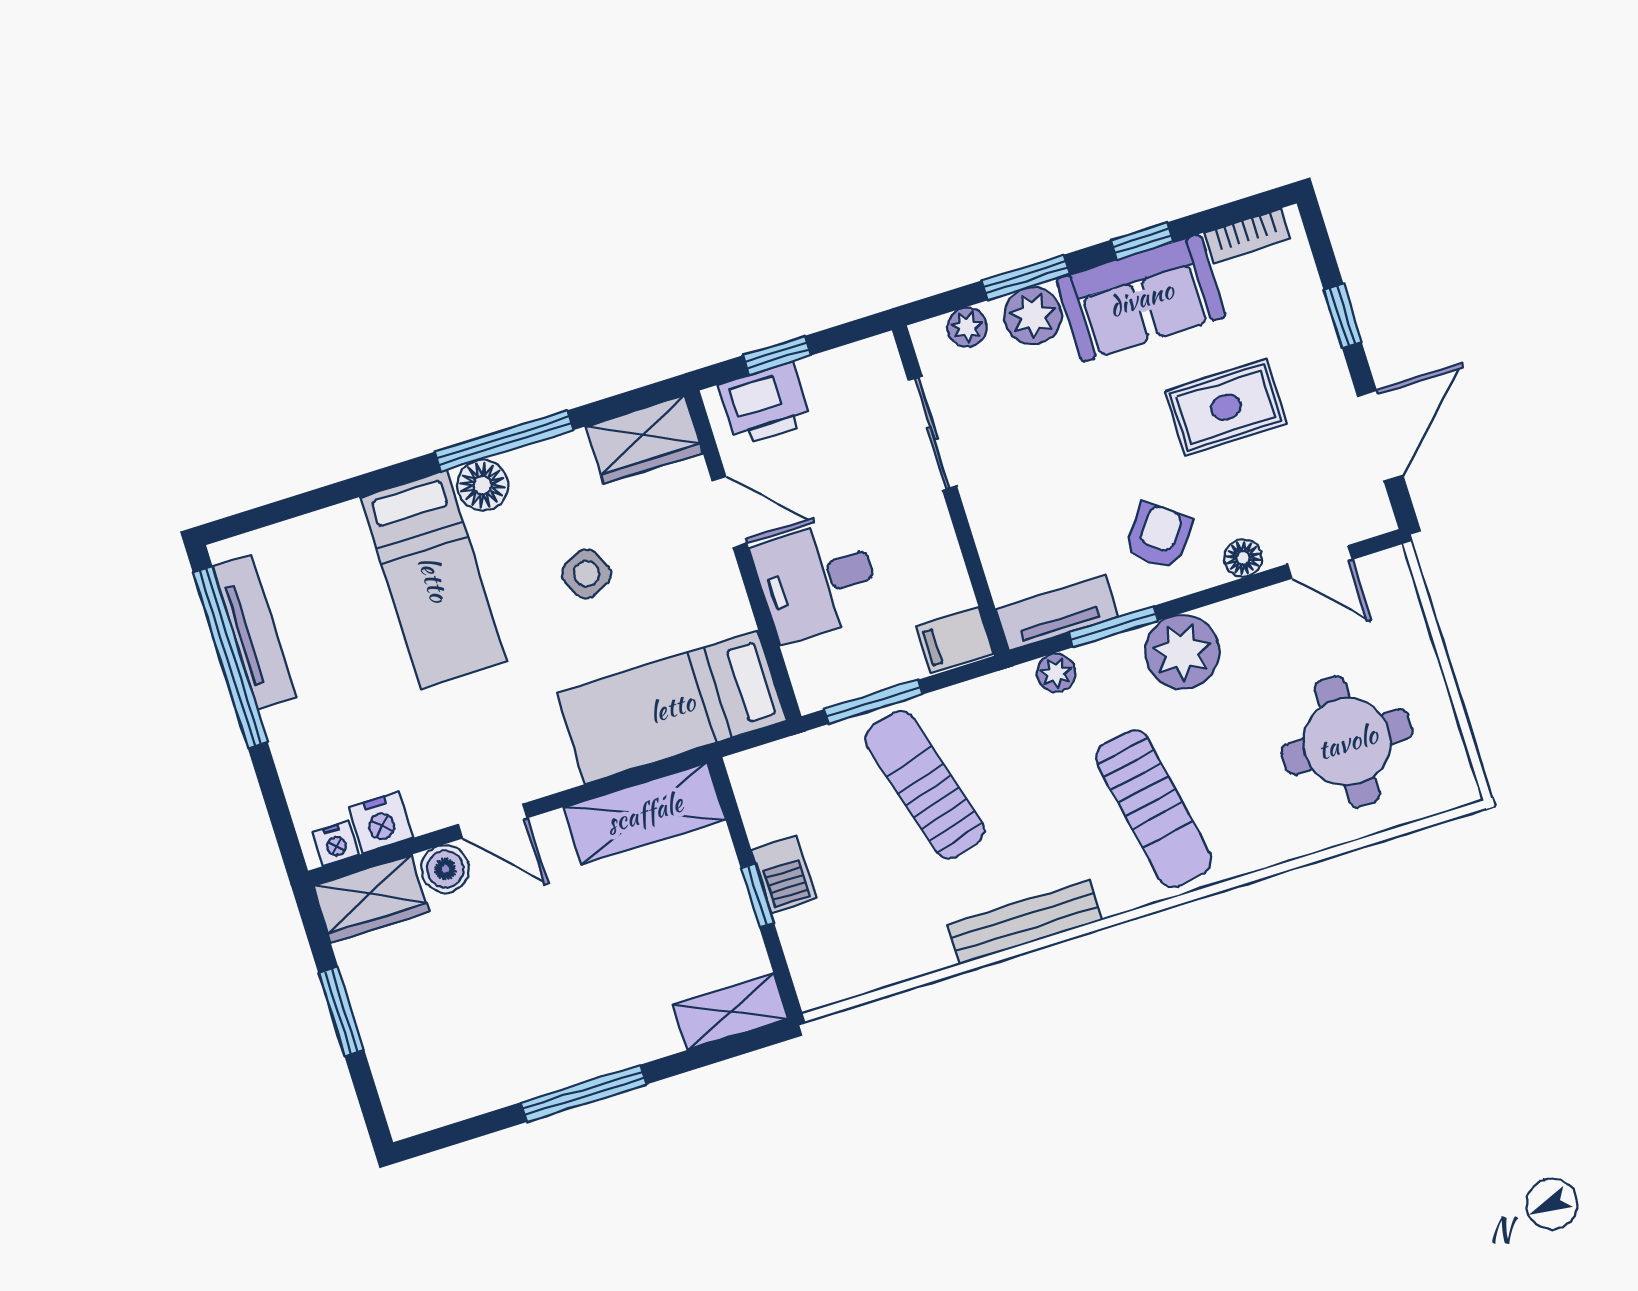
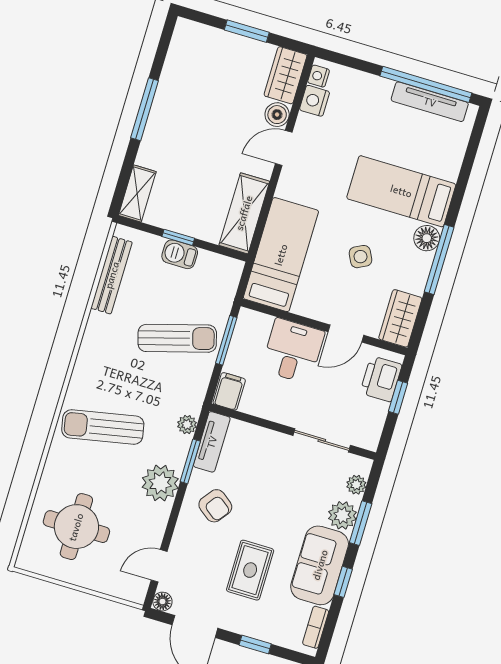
floor lamp: (1243, 558) -> (162, 602), moved
bench: (1025, 922) -> (112, 275), moved

